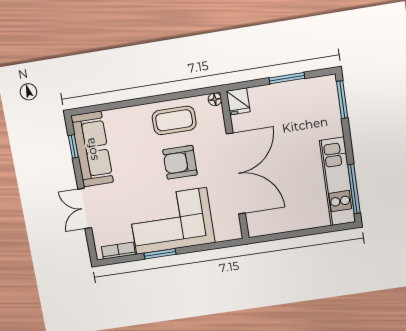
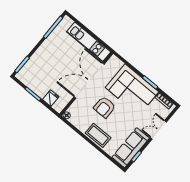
fridge: (238, 101) -> (51, 98), moved
coffee table: (174, 120) -> (98, 135), moved
armchair: (180, 162) -> (105, 107), turned 90
kitchen unit: (338, 182) -> (89, 42), moved, turned 90
double door: (85, 209) -> (158, 130), swing flipped

